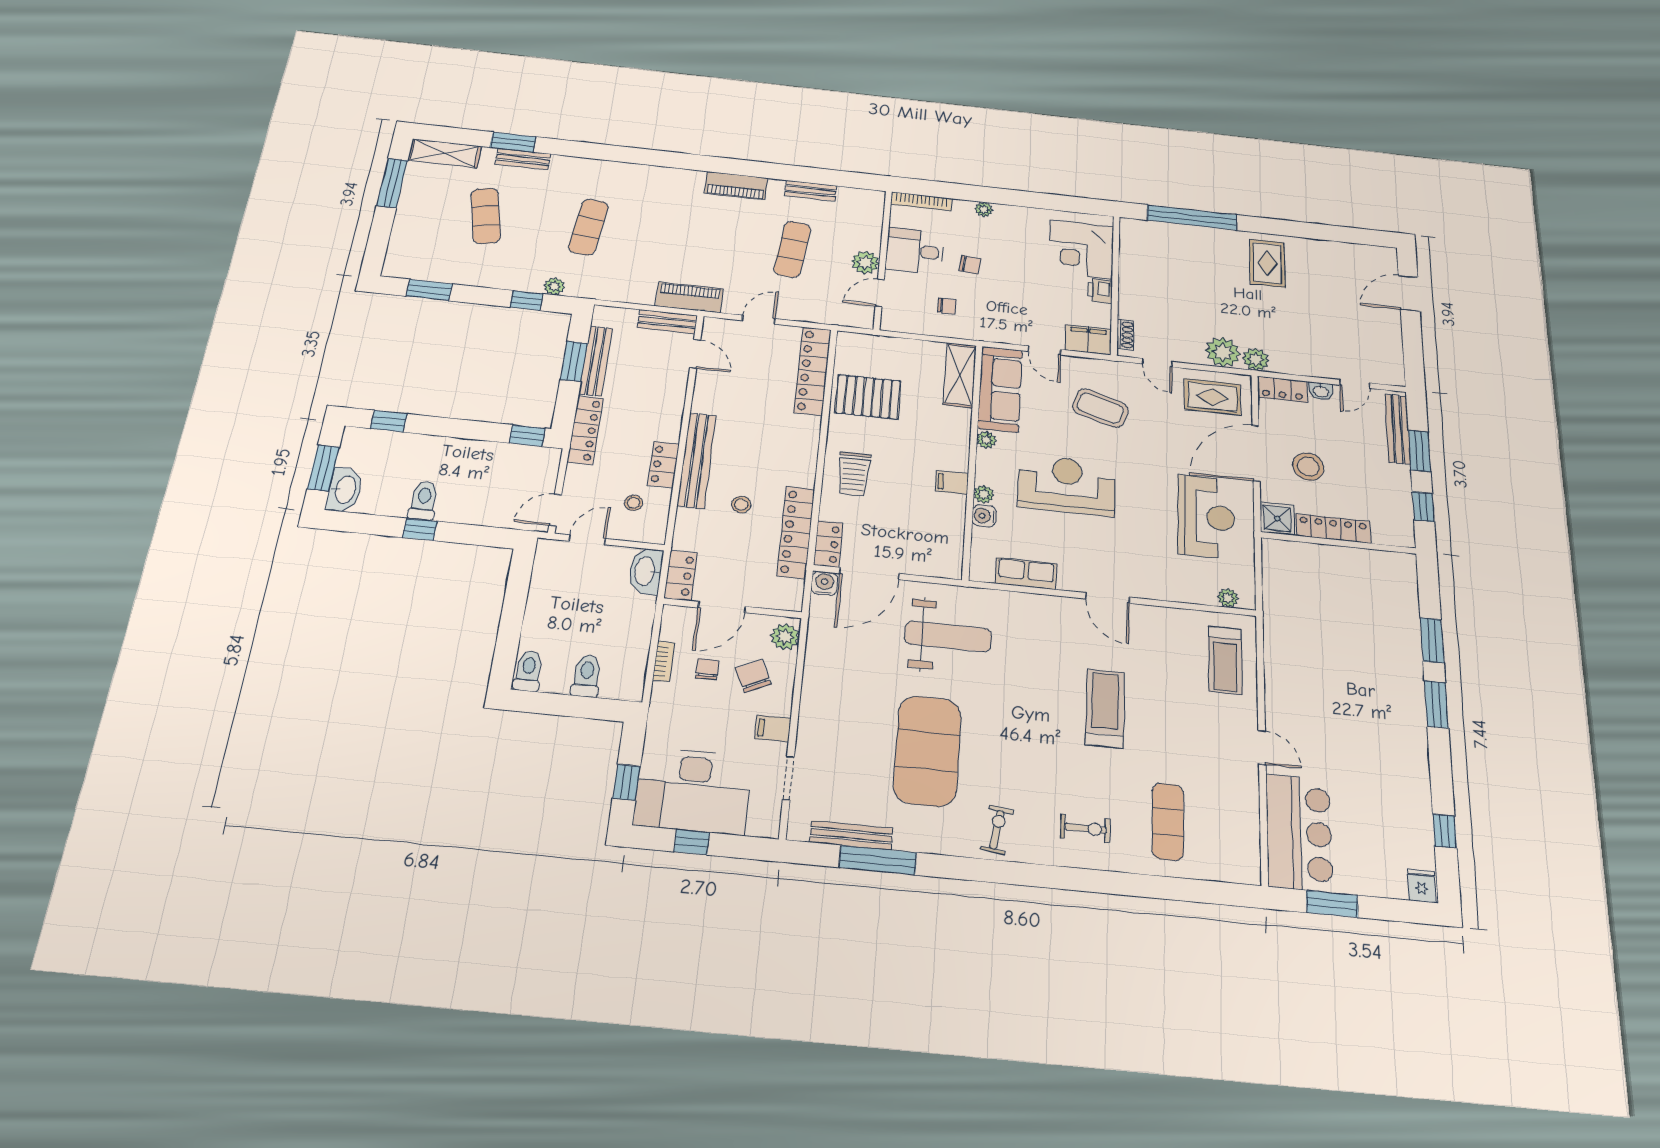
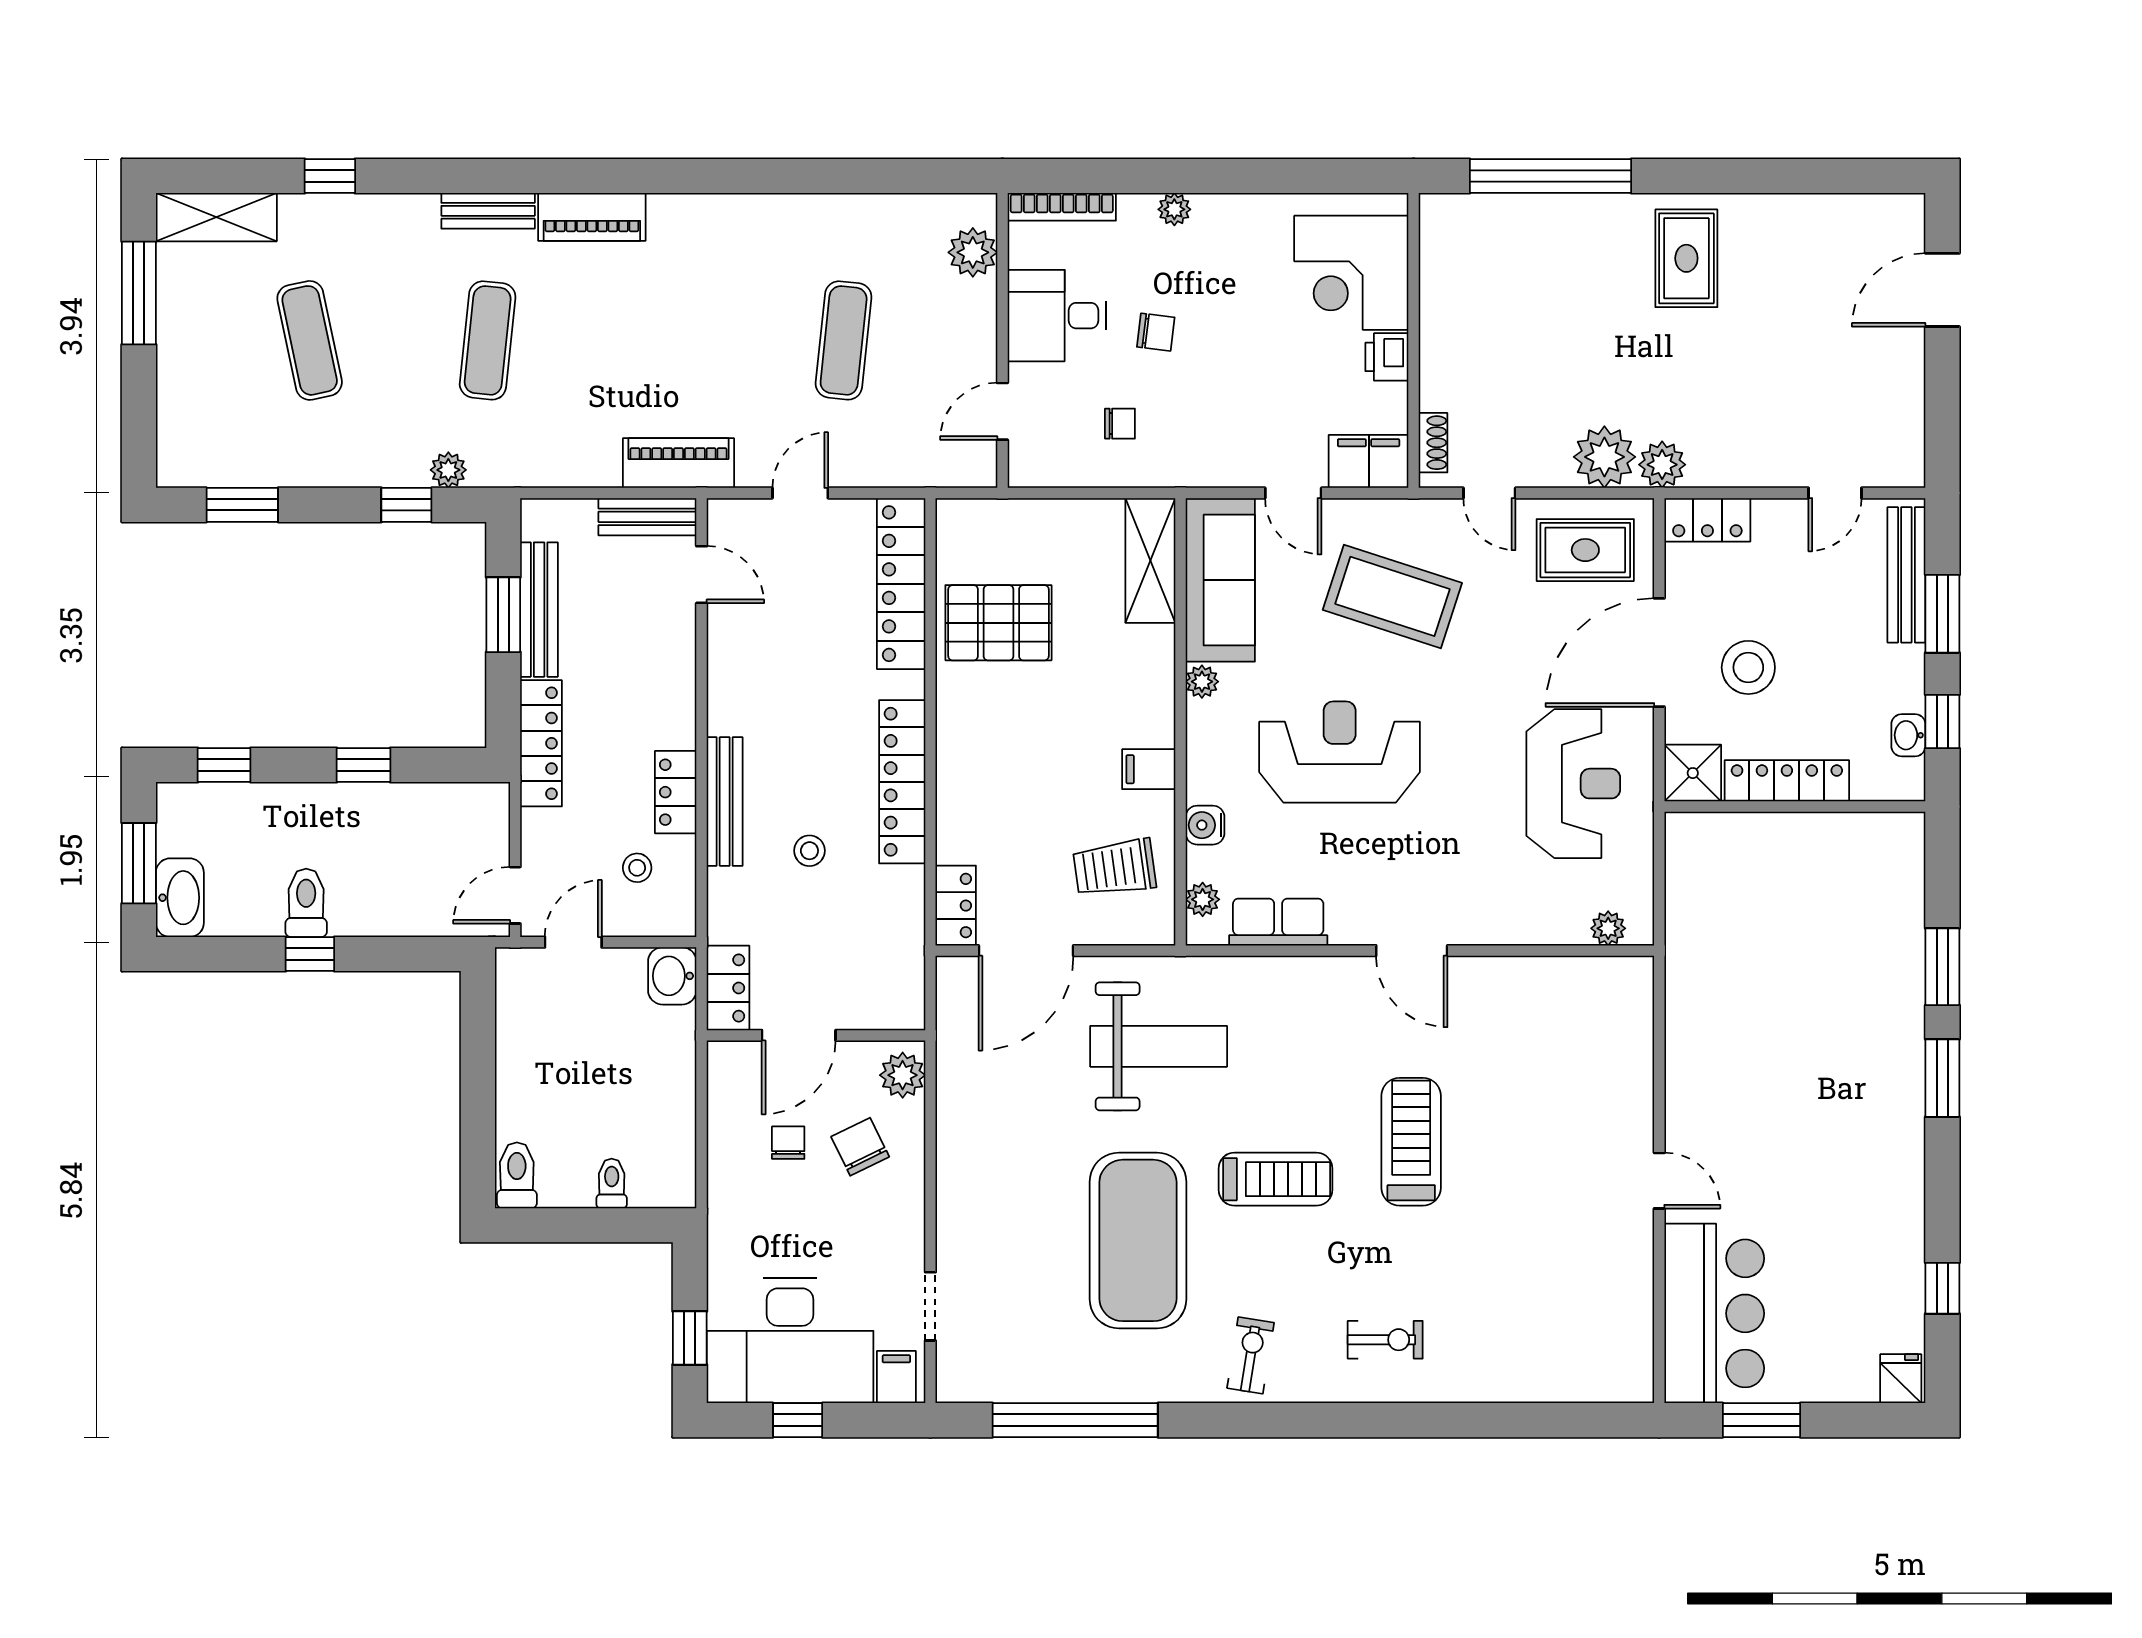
window: (513, 142) -> (330, 176), width x0.67
bench: (523, 159) -> (488, 211), moved
piano: (736, 186) -> (592, 217), moved
bench: (811, 191) -> (864, 210), removed
plant: (865, 262) -> (973, 252), moved
washbasin: (1321, 391) -> (1908, 735), moved, turned 90
coffee table: (1100, 408) -> (1392, 596), width x1.36, depth x1.32
window: (527, 436) -> (363, 765), moved
bench: (697, 460) -> (725, 801), width x0.73, depth x0.82
trolley: (854, 474) -> (1115, 868), moved, turned 82
plant: (984, 494) -> (1203, 899), moved
locker: (796, 532) -> (902, 782), moved
washbasin: (646, 571) -> (672, 976), width x0.72
water cooler: (824, 583) -> (956, 976), removed
treadmill: (1225, 660) -> (1275, 1179), moved, turned -90
bookcase: (664, 661) -> (720, 1137), removed
toilet: (587, 676) -> (612, 1183), width x0.73, depth x0.72
filing cabinet: (773, 729) -> (896, 1377), moved, turned 90
exercise mat: (1168, 822) -> (1511, 1316), removed
bench: (851, 835) -> (1032, 1386), removed
window: (878, 860) -> (1075, 1420), width x1.46

